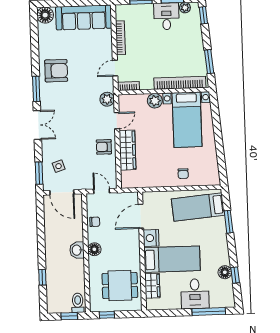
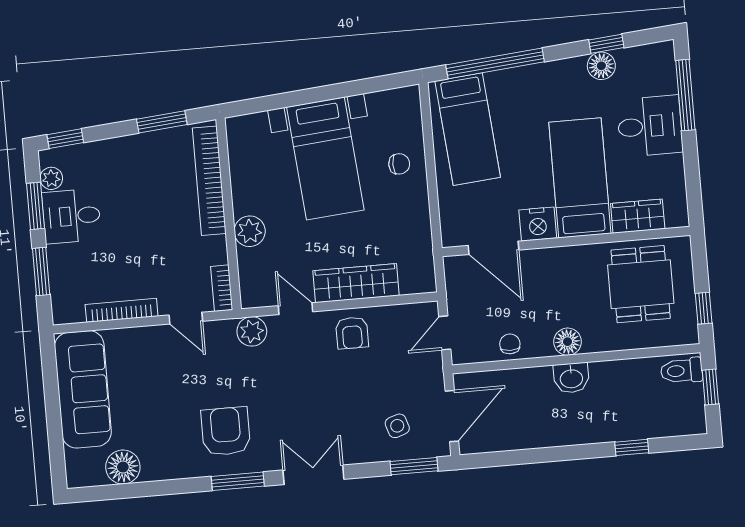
floor lamp: (45, 15) -> (123, 467), moved
armchair: (56, 71) -> (226, 431), moved
bed with nightstands: (187, 120) -> (325, 158), moved, turned 85
window: (229, 222) -> (495, 63), width x2.11

